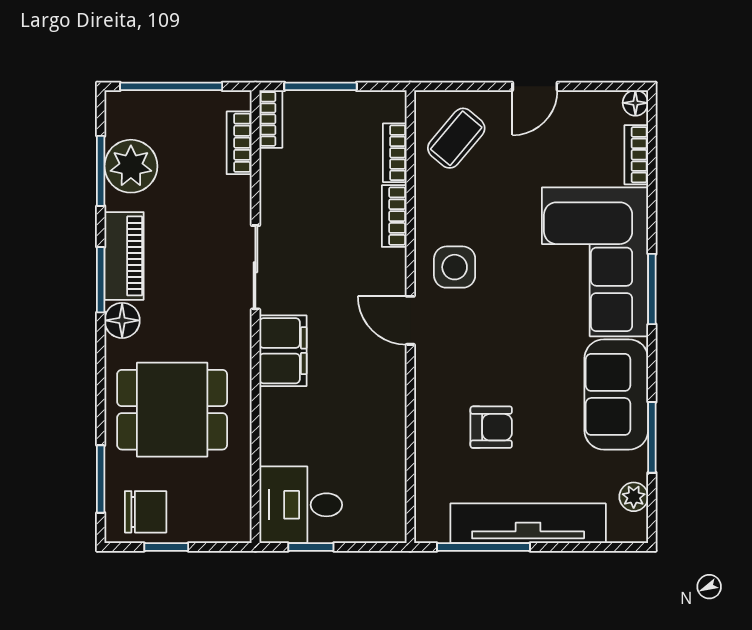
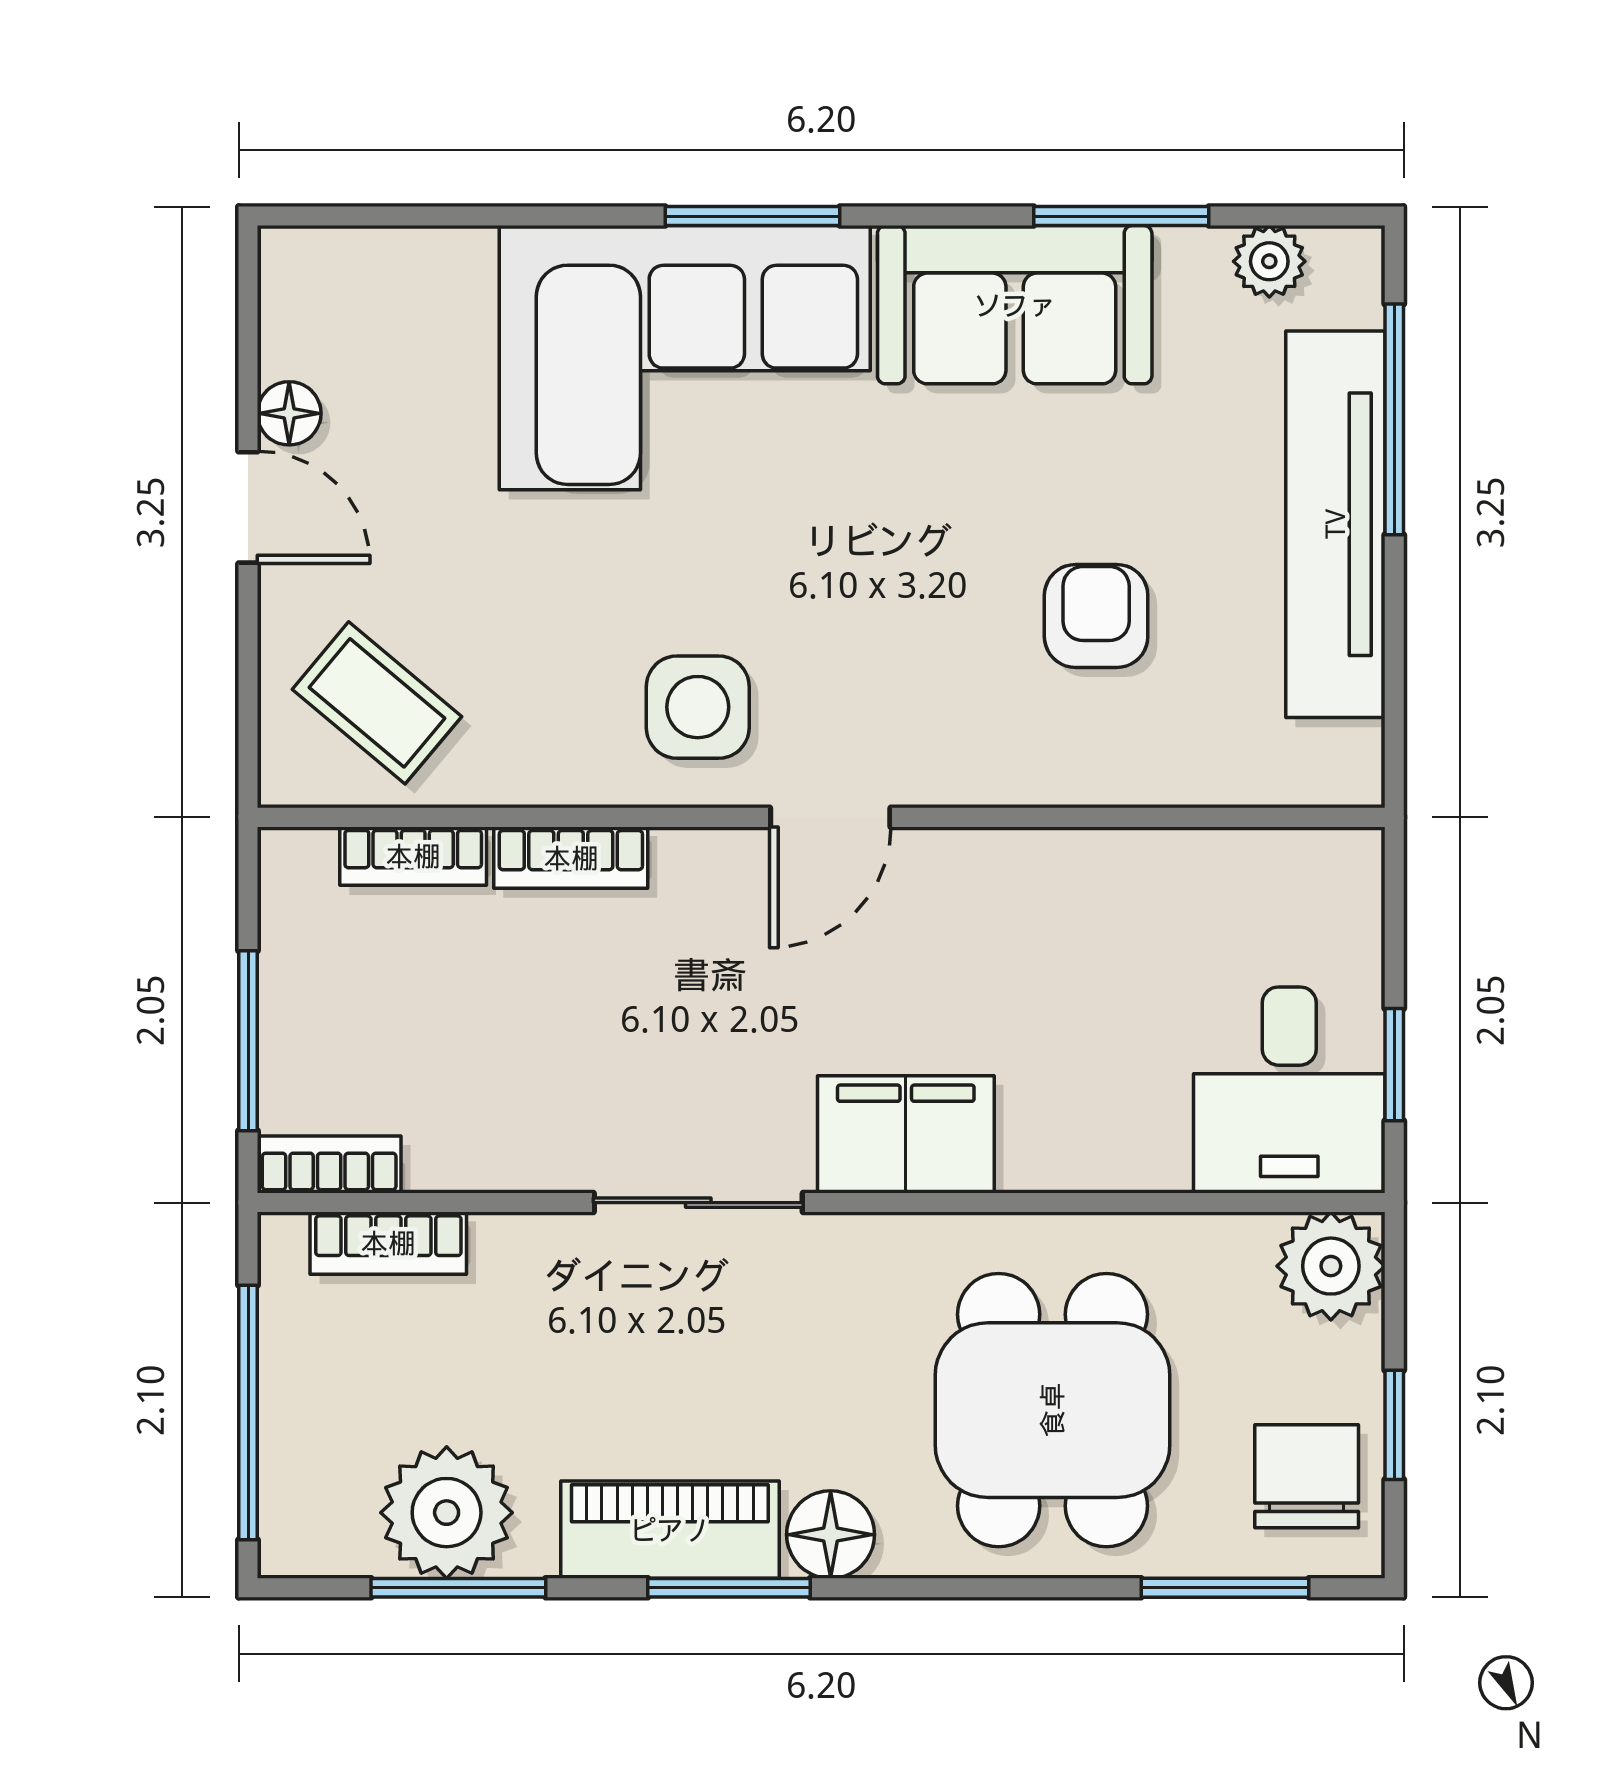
floor lamp: (635, 103) -> (289, 413), moved
bookcase: (636, 155) -> (418, 255), removed
plant: (230, 522) -> (1331, 1266), added
window: (483, 547) -> (1394, 419), moved

